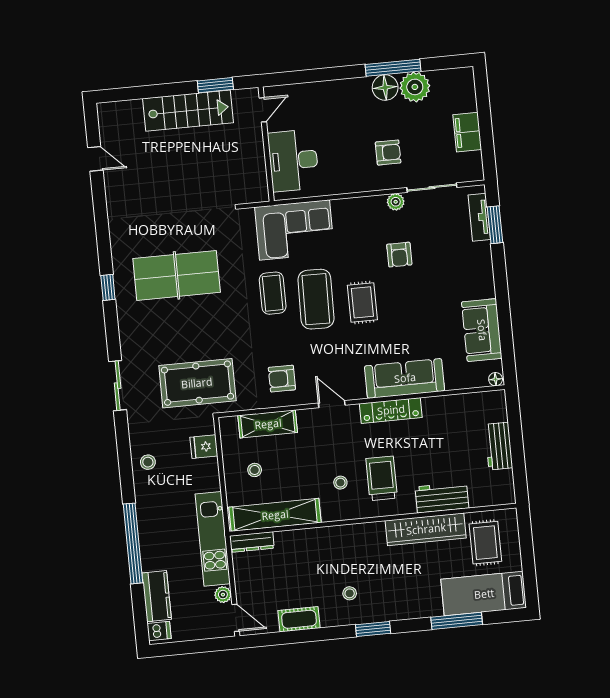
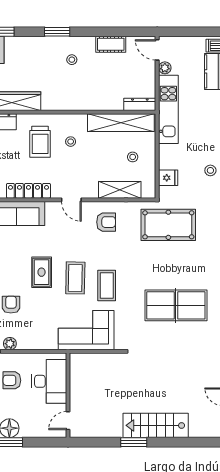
door: (263, 110) -> (68, 421), moved
wall: (266, 144) -> (68, 395), moved
desk: (293, 160) -> (49, 381), moved
coffee table: (316, 299) -> (75, 278), width x0.73, depth x0.76

